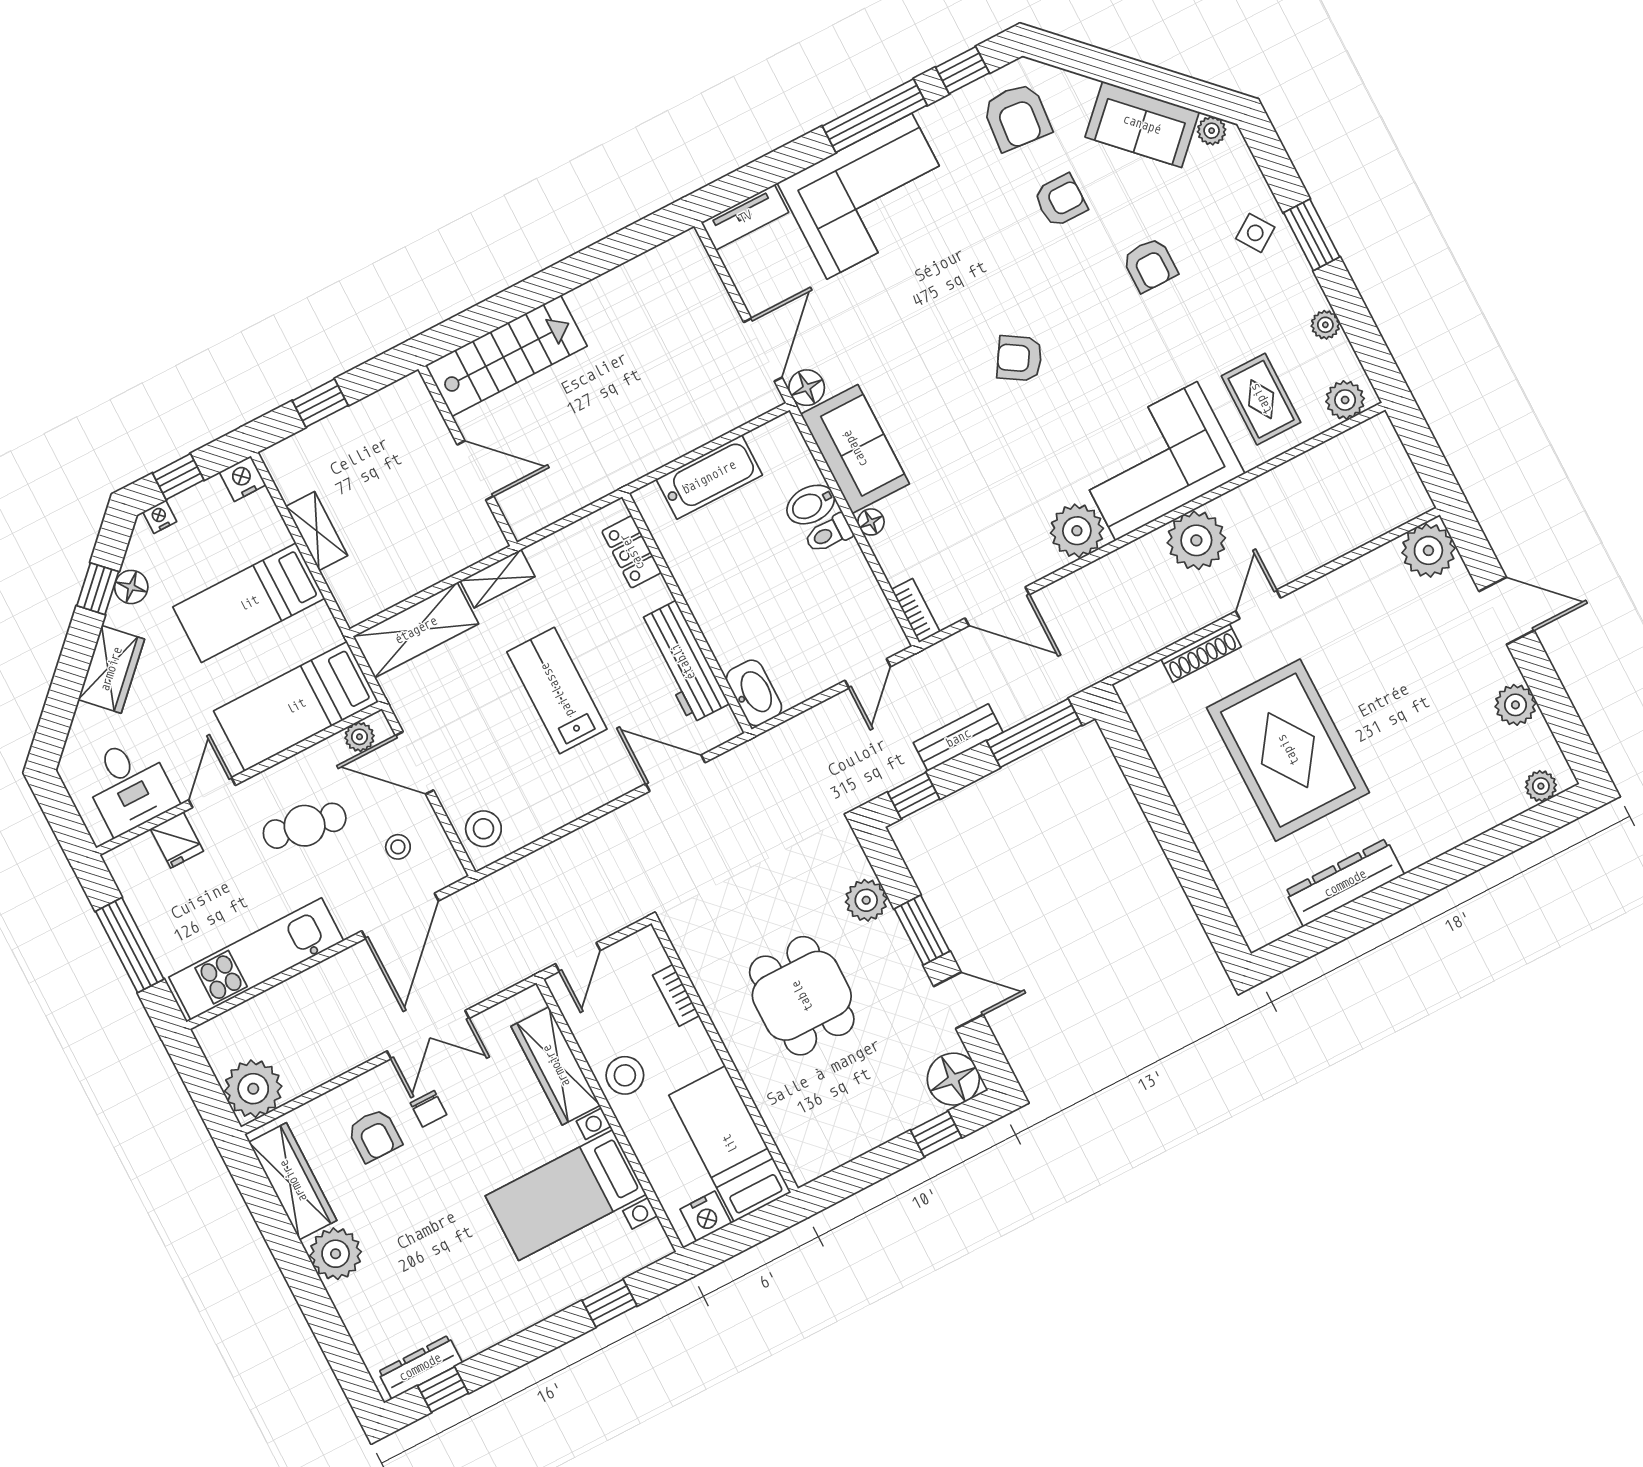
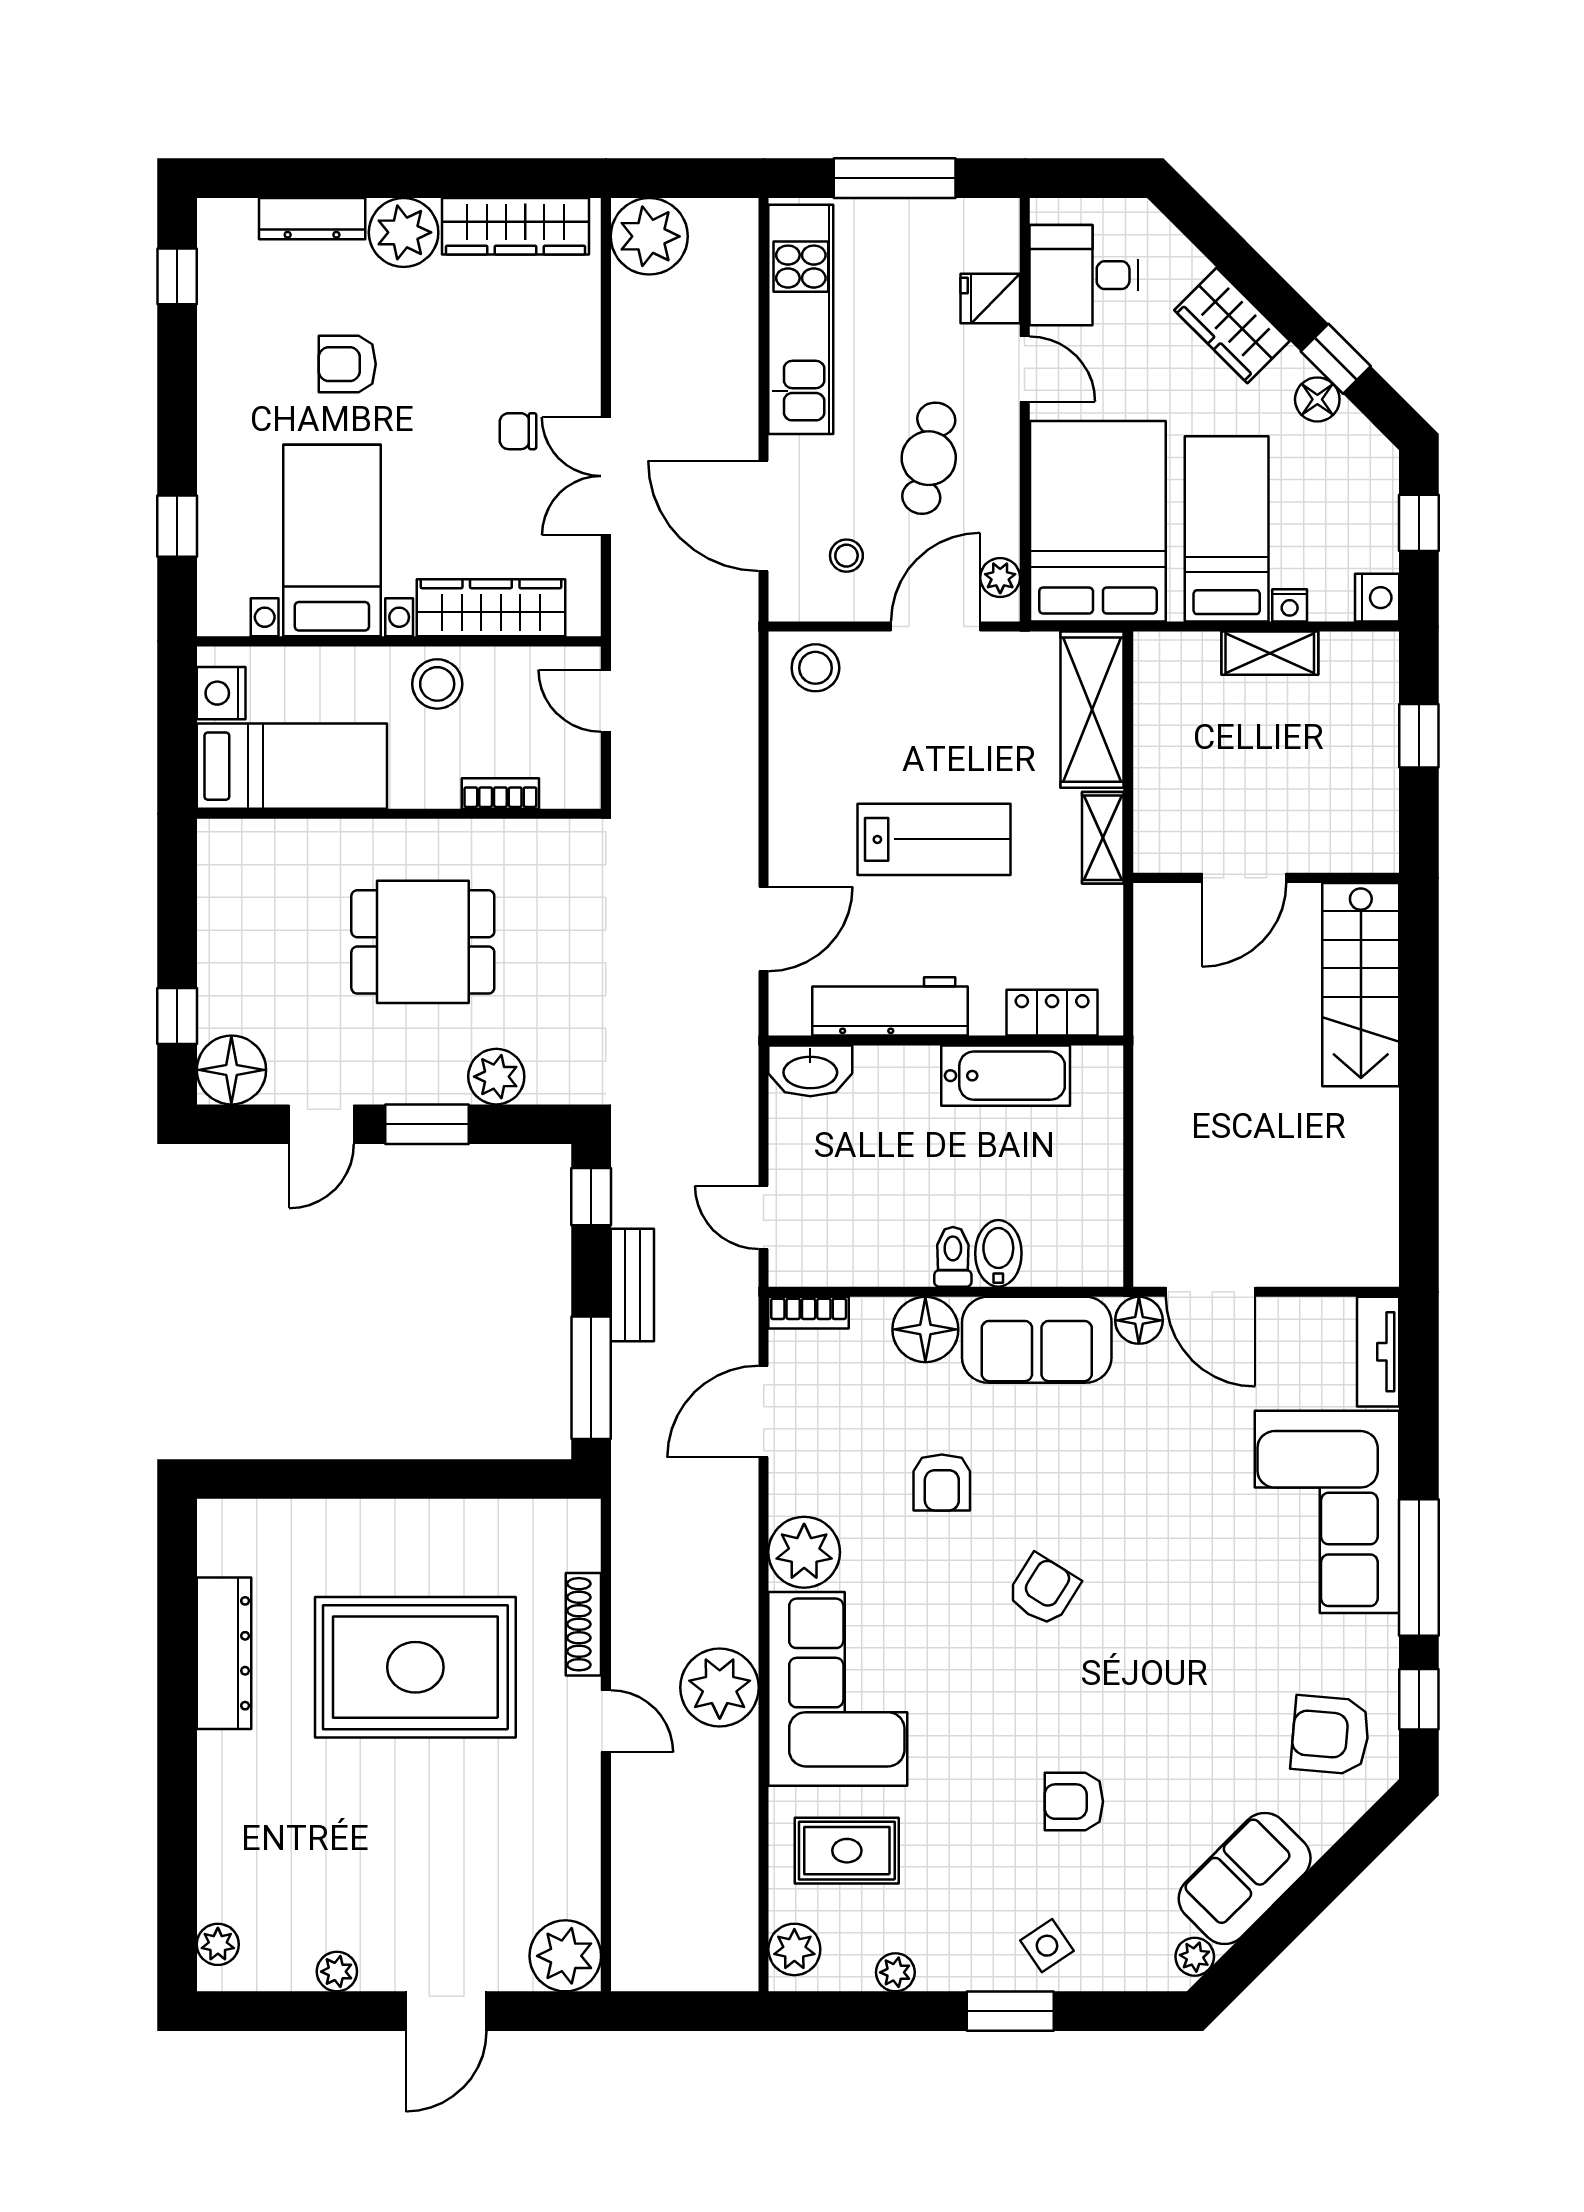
armchair: (1060, 201) -> (942, 1482), moved
bathtub: (709, 477) -> (1006, 1076), moved, turned -90
nightstand: (160, 517) -> (1290, 605), moved, turned 90
floor lamp: (871, 522) -> (925, 1329), width x1.89, depth x1.89
plant: (1515, 705) -> (337, 1972), width x0.73, depth x0.73
bed: (296, 706) -> (1098, 521), width x1.50
armchair: (375, 1135) -> (347, 364), moved
dresser: (420, 1367) -> (312, 219), moved, turned 90

